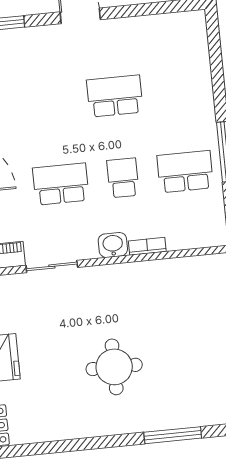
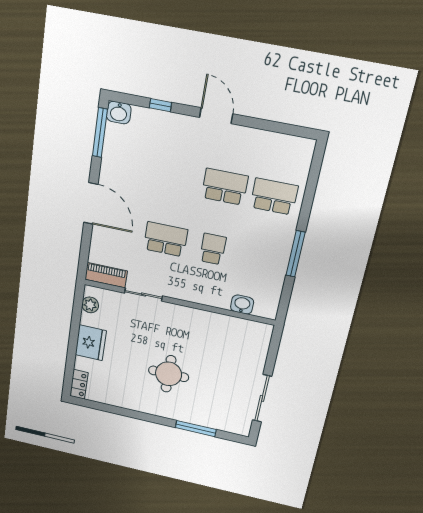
school desk: (185, 172) -> (274, 196), moved
washbasin: (113, 245) -> (242, 305), moved
bookcase: (147, 246) -> (216, 302), removed

